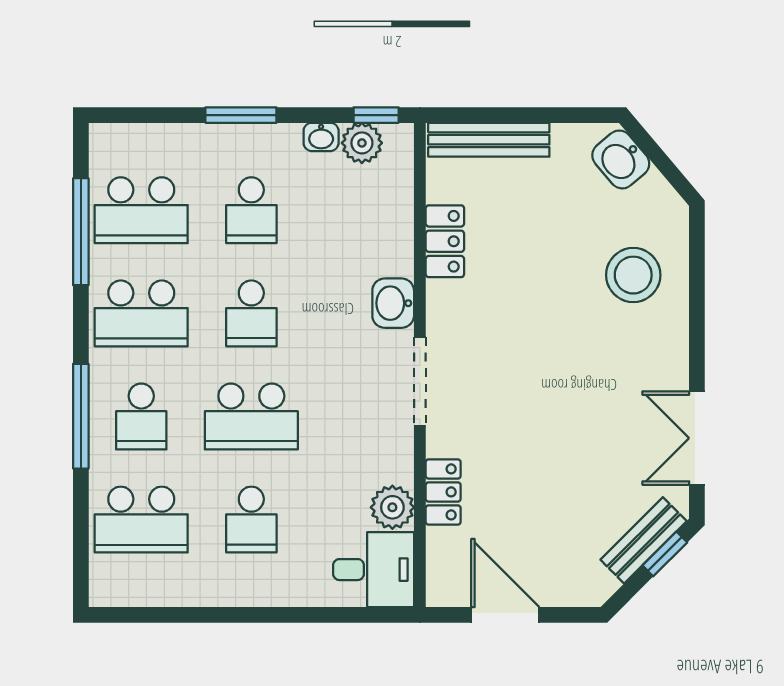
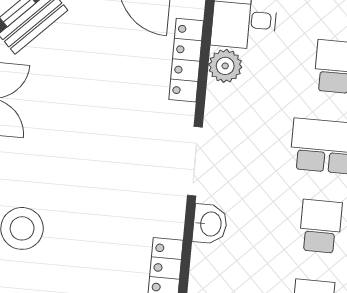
locker: (443, 492) -> (186, 60), width x1.53

